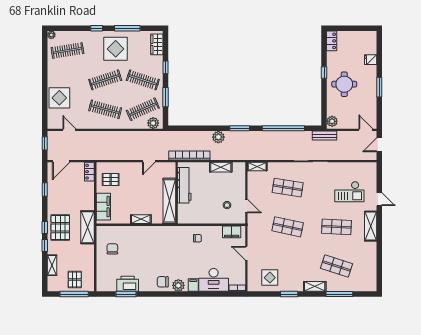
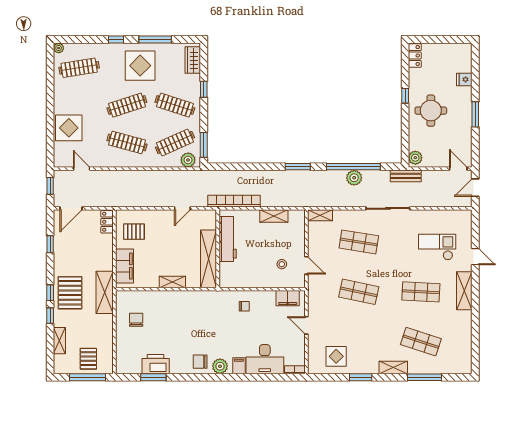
window: (166, 97) -> (204, 145), moved
plant: (218, 137) -> (354, 178), moved
checkout: (349, 192) -> (437, 247), turned 180

